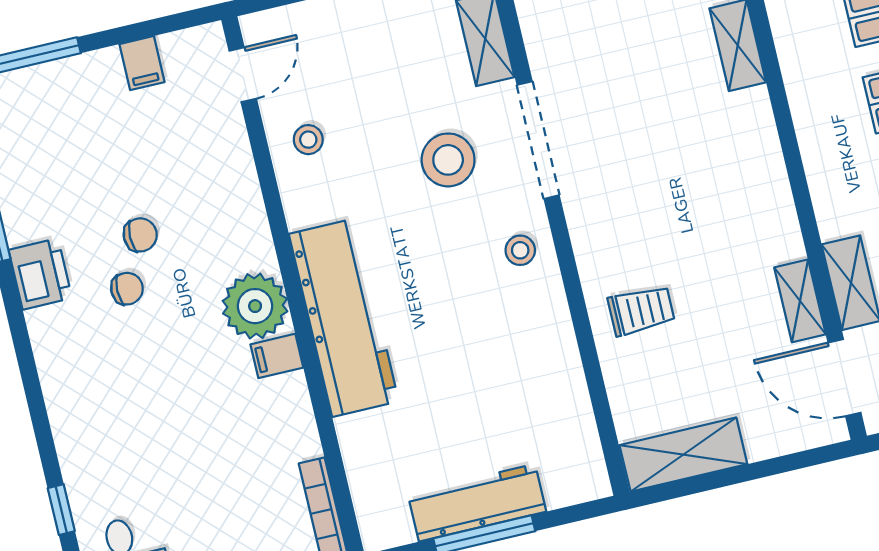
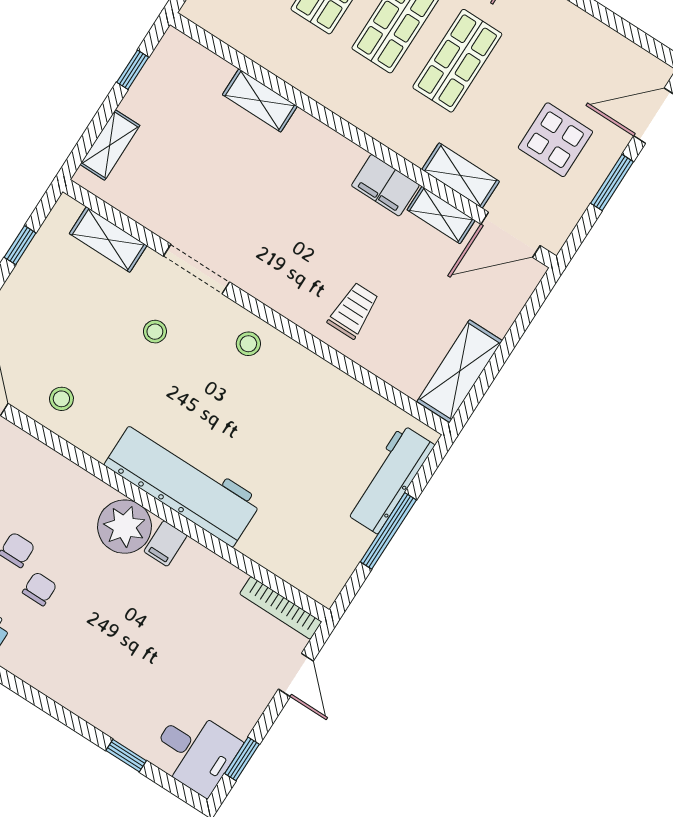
doorway: (538, 140) -> (196, 269), width x0.73
stool: (448, 160) -> (155, 332), width x0.53, depth x0.53
filing cabinet: (776, 227) -> (385, 185), added
workbench: (477, 503) -> (390, 479), moved

